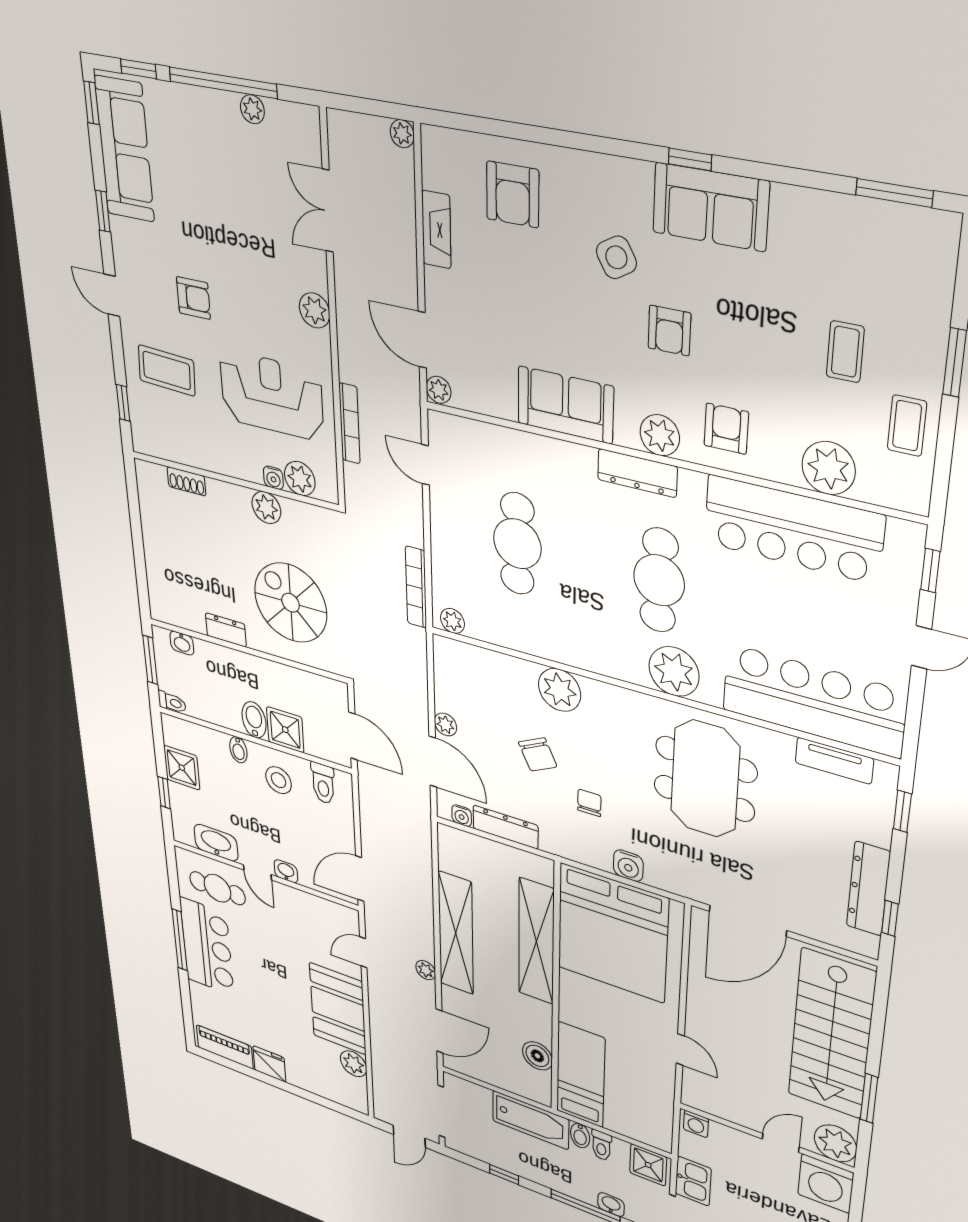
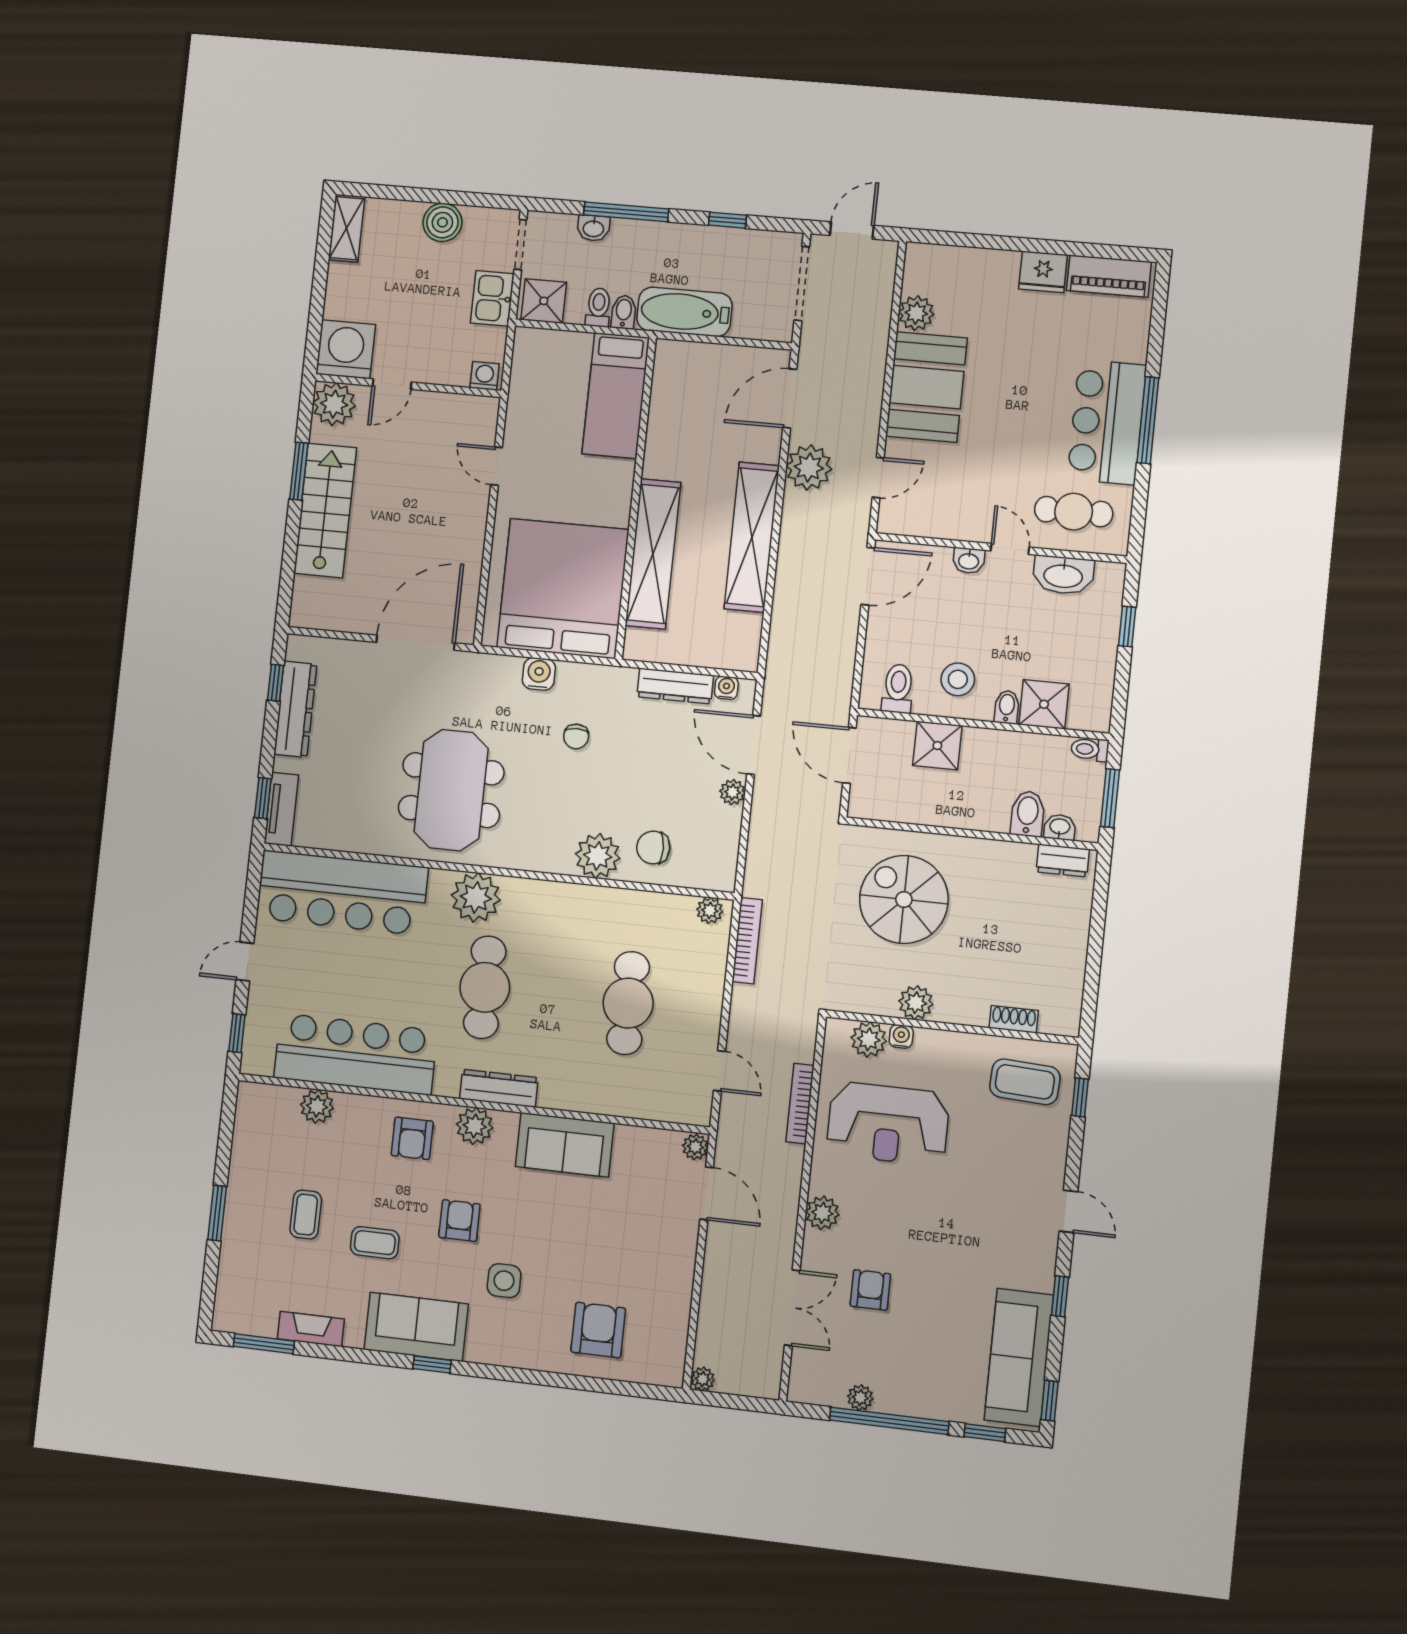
fireplace: (436, 230) -> (311, 1329), moved, turned 90
side table: (616, 257) -> (504, 1281), turned 30
armchair: (193, 298) -> (870, 1290), moved, turned 90
coffee table: (167, 370) -> (1025, 1082), moved
coffee table: (907, 426) -> (375, 1243), moved, turned 90
plant: (829, 468) -> (317, 1106), width x0.73, depth x0.73
spiral stairs: (291, 603) -> (904, 899), turned 180
dresser: (226, 630) -> (1063, 861), moved
bidet: (254, 720) -> (1028, 814), moved, turned 180
chair: (538, 754) -> (653, 848), moved, turned -66
tv unit: (834, 761) -> (281, 809), moved, turned 90
shower: (182, 768) -> (1044, 704), moved
plant: (426, 970) -> (809, 467), width x1.88, depth x1.88
stairs: (831, 1034) -> (325, 511), width x0.73, depth x0.66
boiler: (537, 1056) -> (667, 404), removed

